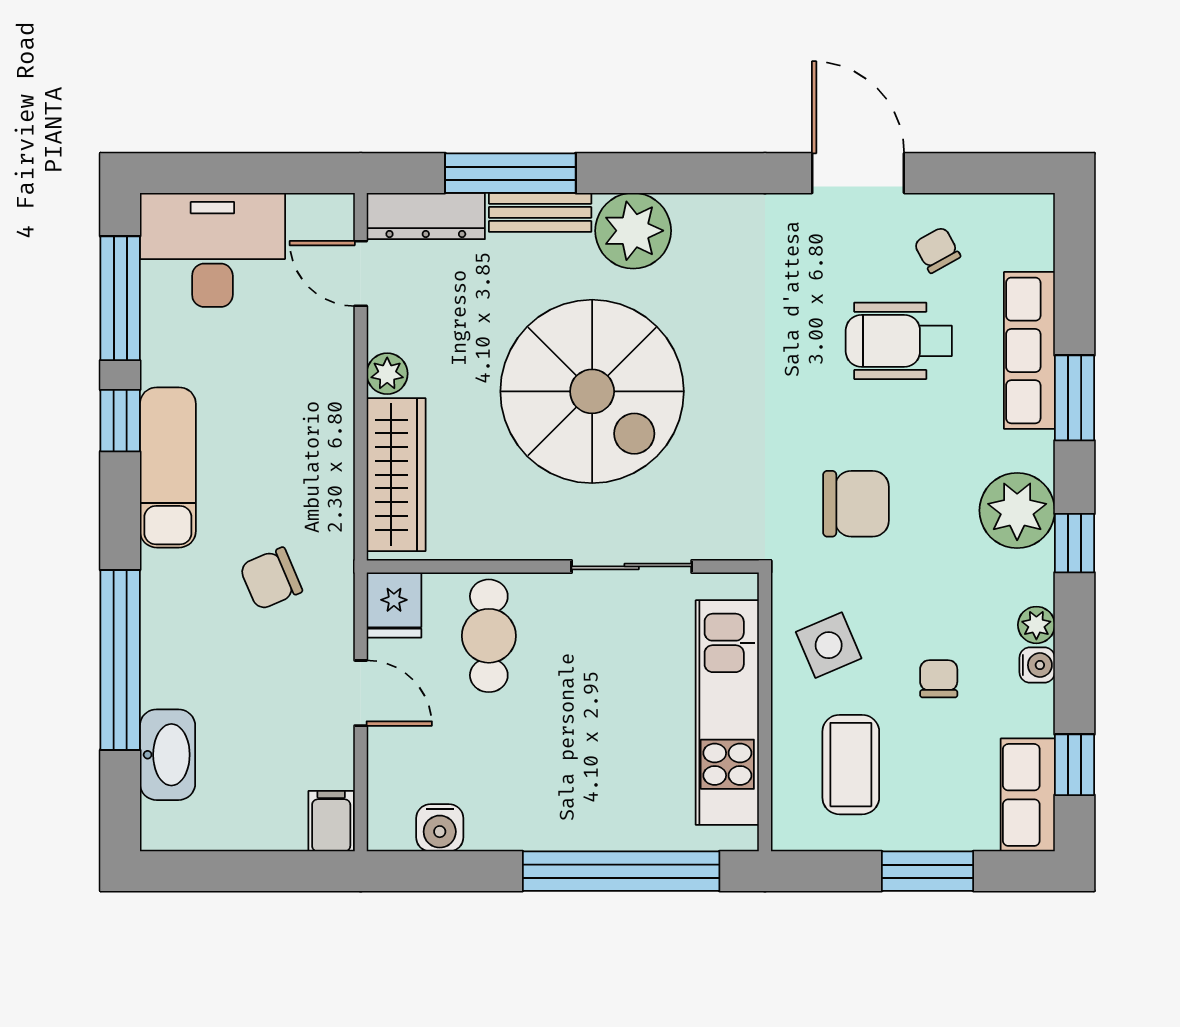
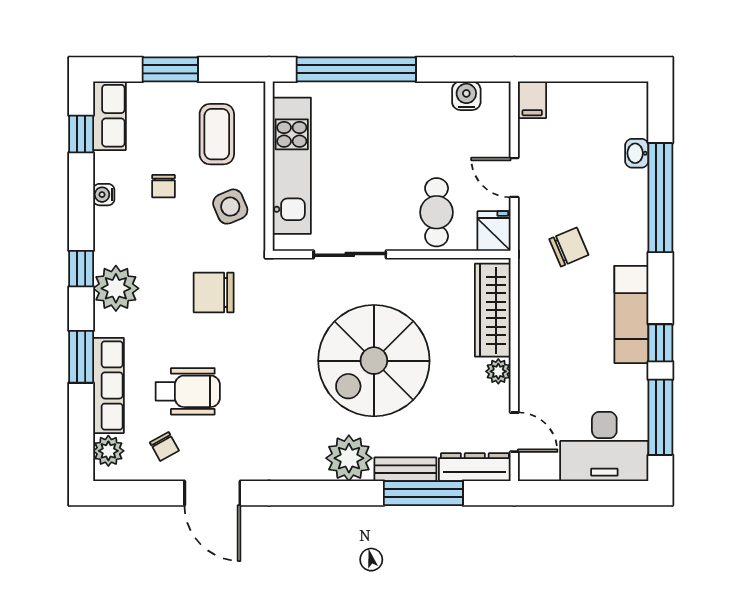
spiral stairs: (592, 391) -> (374, 361), turned -90
plant: (1036, 625) -> (108, 451), moved, width x1.38, depth x1.38
washbasin: (168, 755) -> (637, 153), width x0.52, depth x0.69

